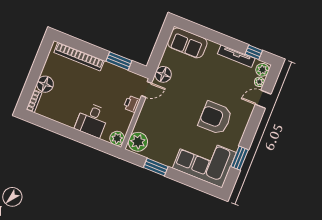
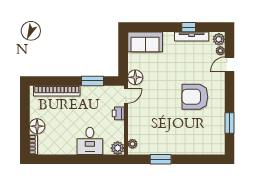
window: (254, 52) -> (189, 27), moved
plant: (138, 142) -> (132, 144), width x0.53, depth x0.53
corner sofa: (204, 160) -> (200, 137), removed

